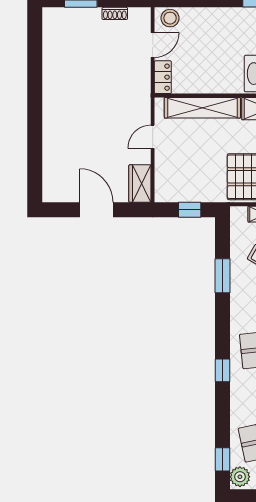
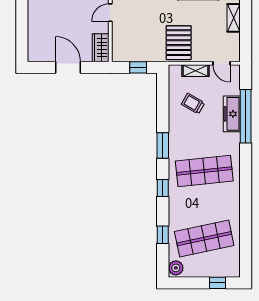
window: (223, 276) -> (163, 146), moved
window: (223, 459) -> (163, 235), moved

